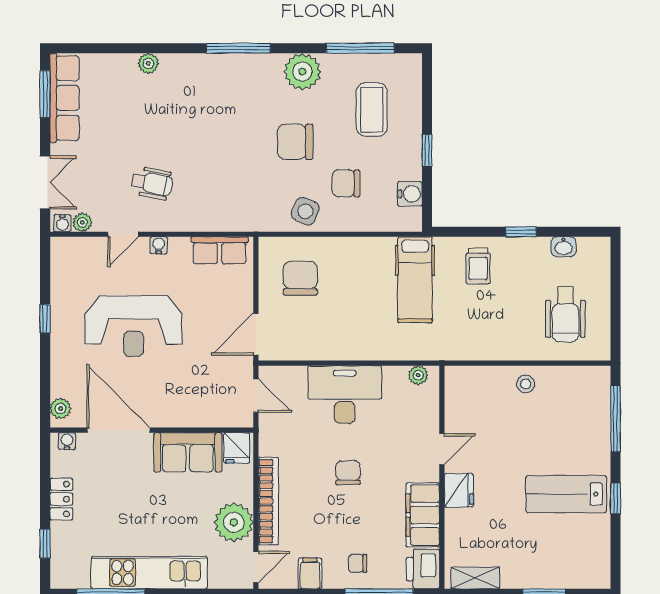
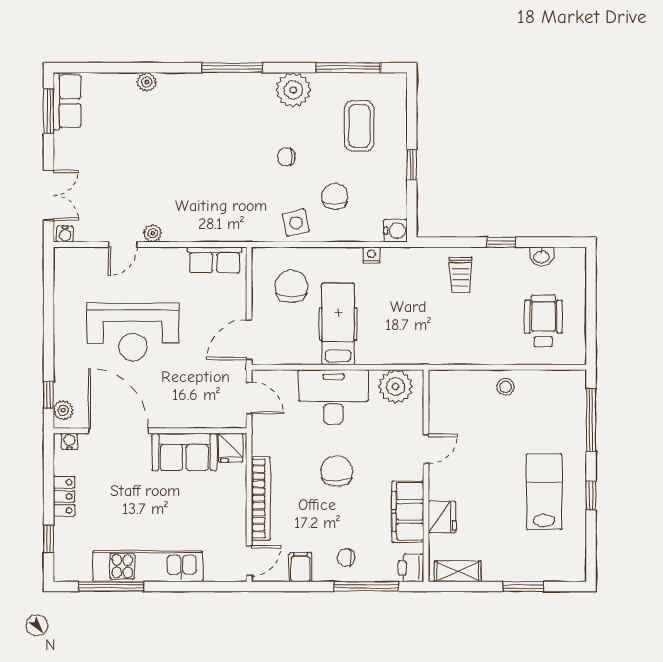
row of seats: (65, 98) -> (67, 101), width x0.68
chair: (295, 142) -> (286, 157), width x0.54, depth x0.54
wheelchair: (152, 183) -> (150, 196), removed
chair: (346, 183) -> (335, 196), turned 90
water cooler: (410, 194) -> (395, 231), moved
side table: (305, 211) -> (296, 223), turned -37
plant: (82, 222) -> (153, 233), moved
water cooler: (159, 245) -> (157, 255), removed
nightstand: (385, 245) -> (371, 255), added
hospital bed: (415, 280) -> (338, 324), moved, turned 180
wheelchair: (565, 314) -> (543, 321), turned 180
window: (45, 319) -> (49, 395), moved
plant: (418, 375) -> (396, 387), width x1.88, depth x1.88
chair: (348, 473) -> (337, 471), width x1.37, depth x1.37
fridge: (459, 490) -> (442, 517), moved
lab bench: (566, 494) -> (544, 492), turned 90
plant: (234, 522) -> (228, 518), removed
printer: (423, 569) -> (411, 568), width x0.73, depth x0.81

